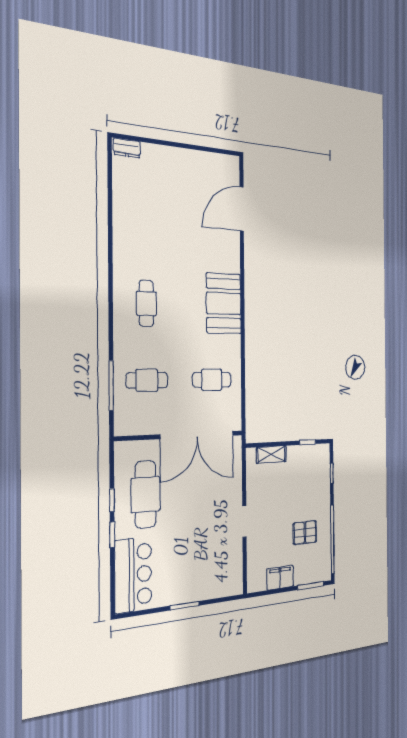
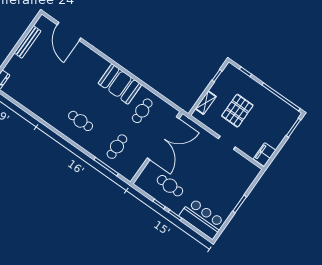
bench: (196, 158) -> (27, 42), added
booth: (224, 303) -> (120, 84), moved
cafe table: (146, 494) -> (170, 186), width x0.73, depth x0.74
pallet: (305, 533) -> (237, 111), moved, width x1.50, depth x1.42
filing cabinet: (280, 578) -> (265, 155), moved

